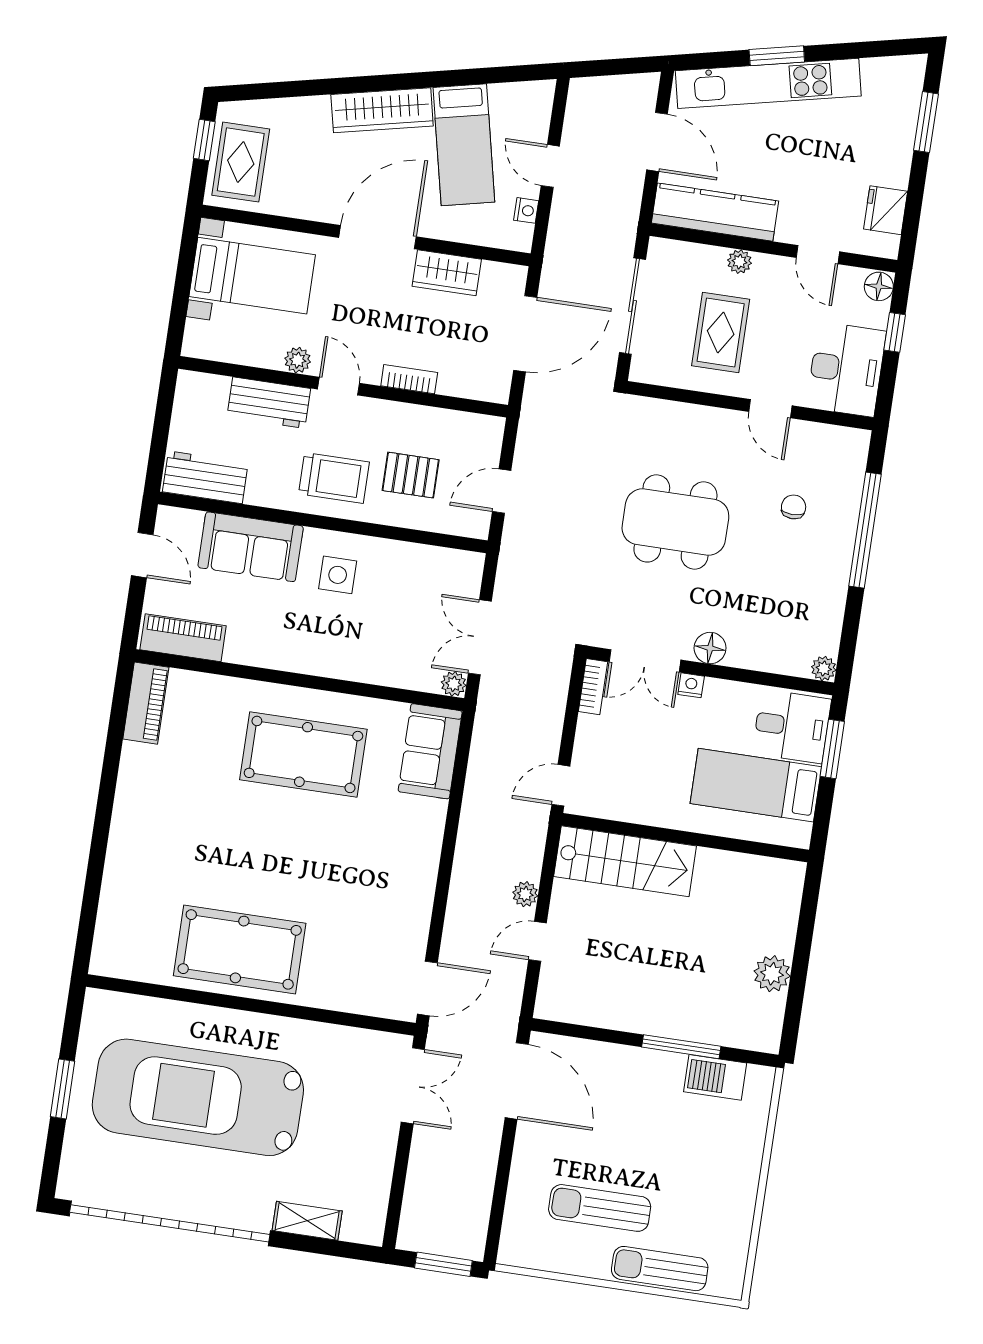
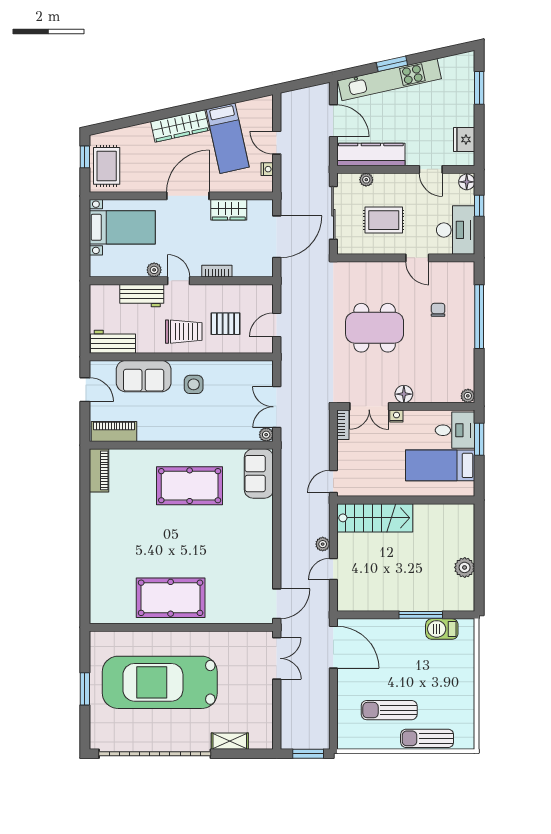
plant: (739, 262) -> (366, 180), moved
rug: (721, 332) -> (384, 220), turned 90

